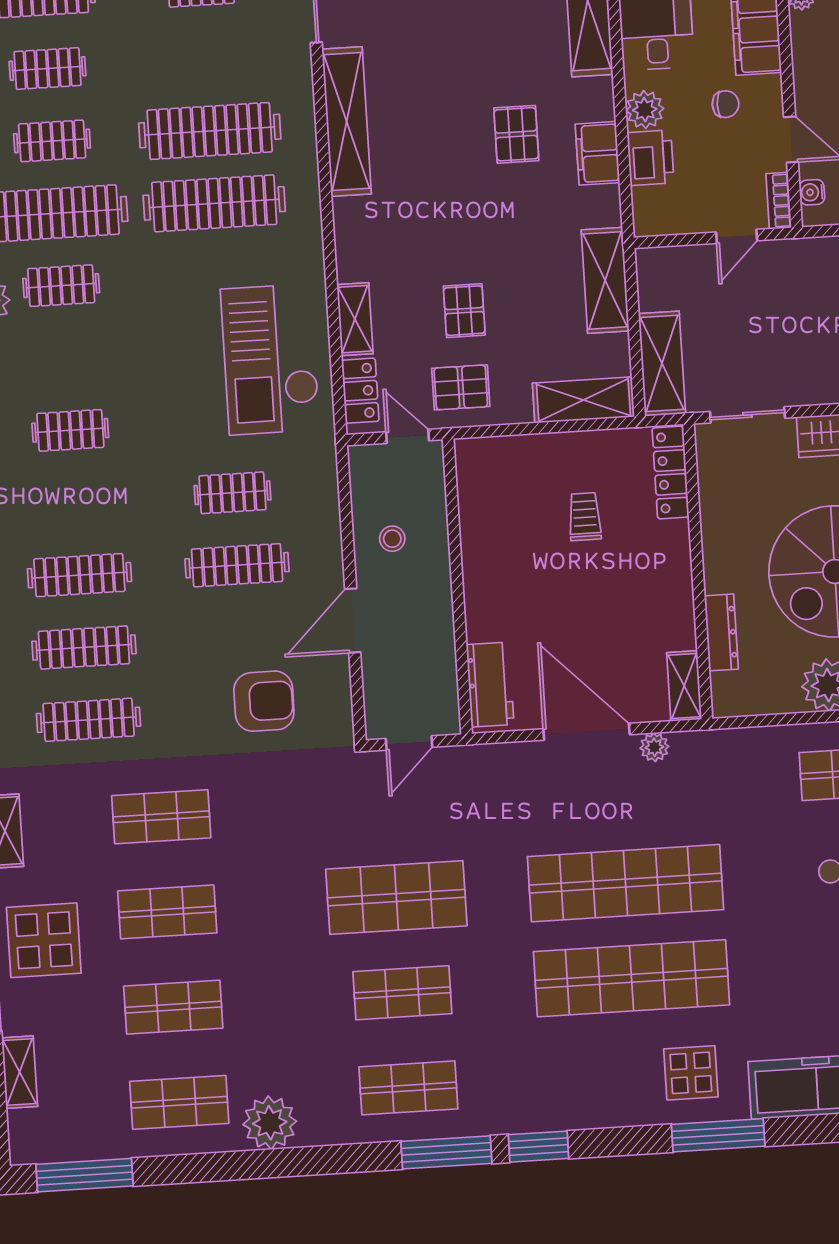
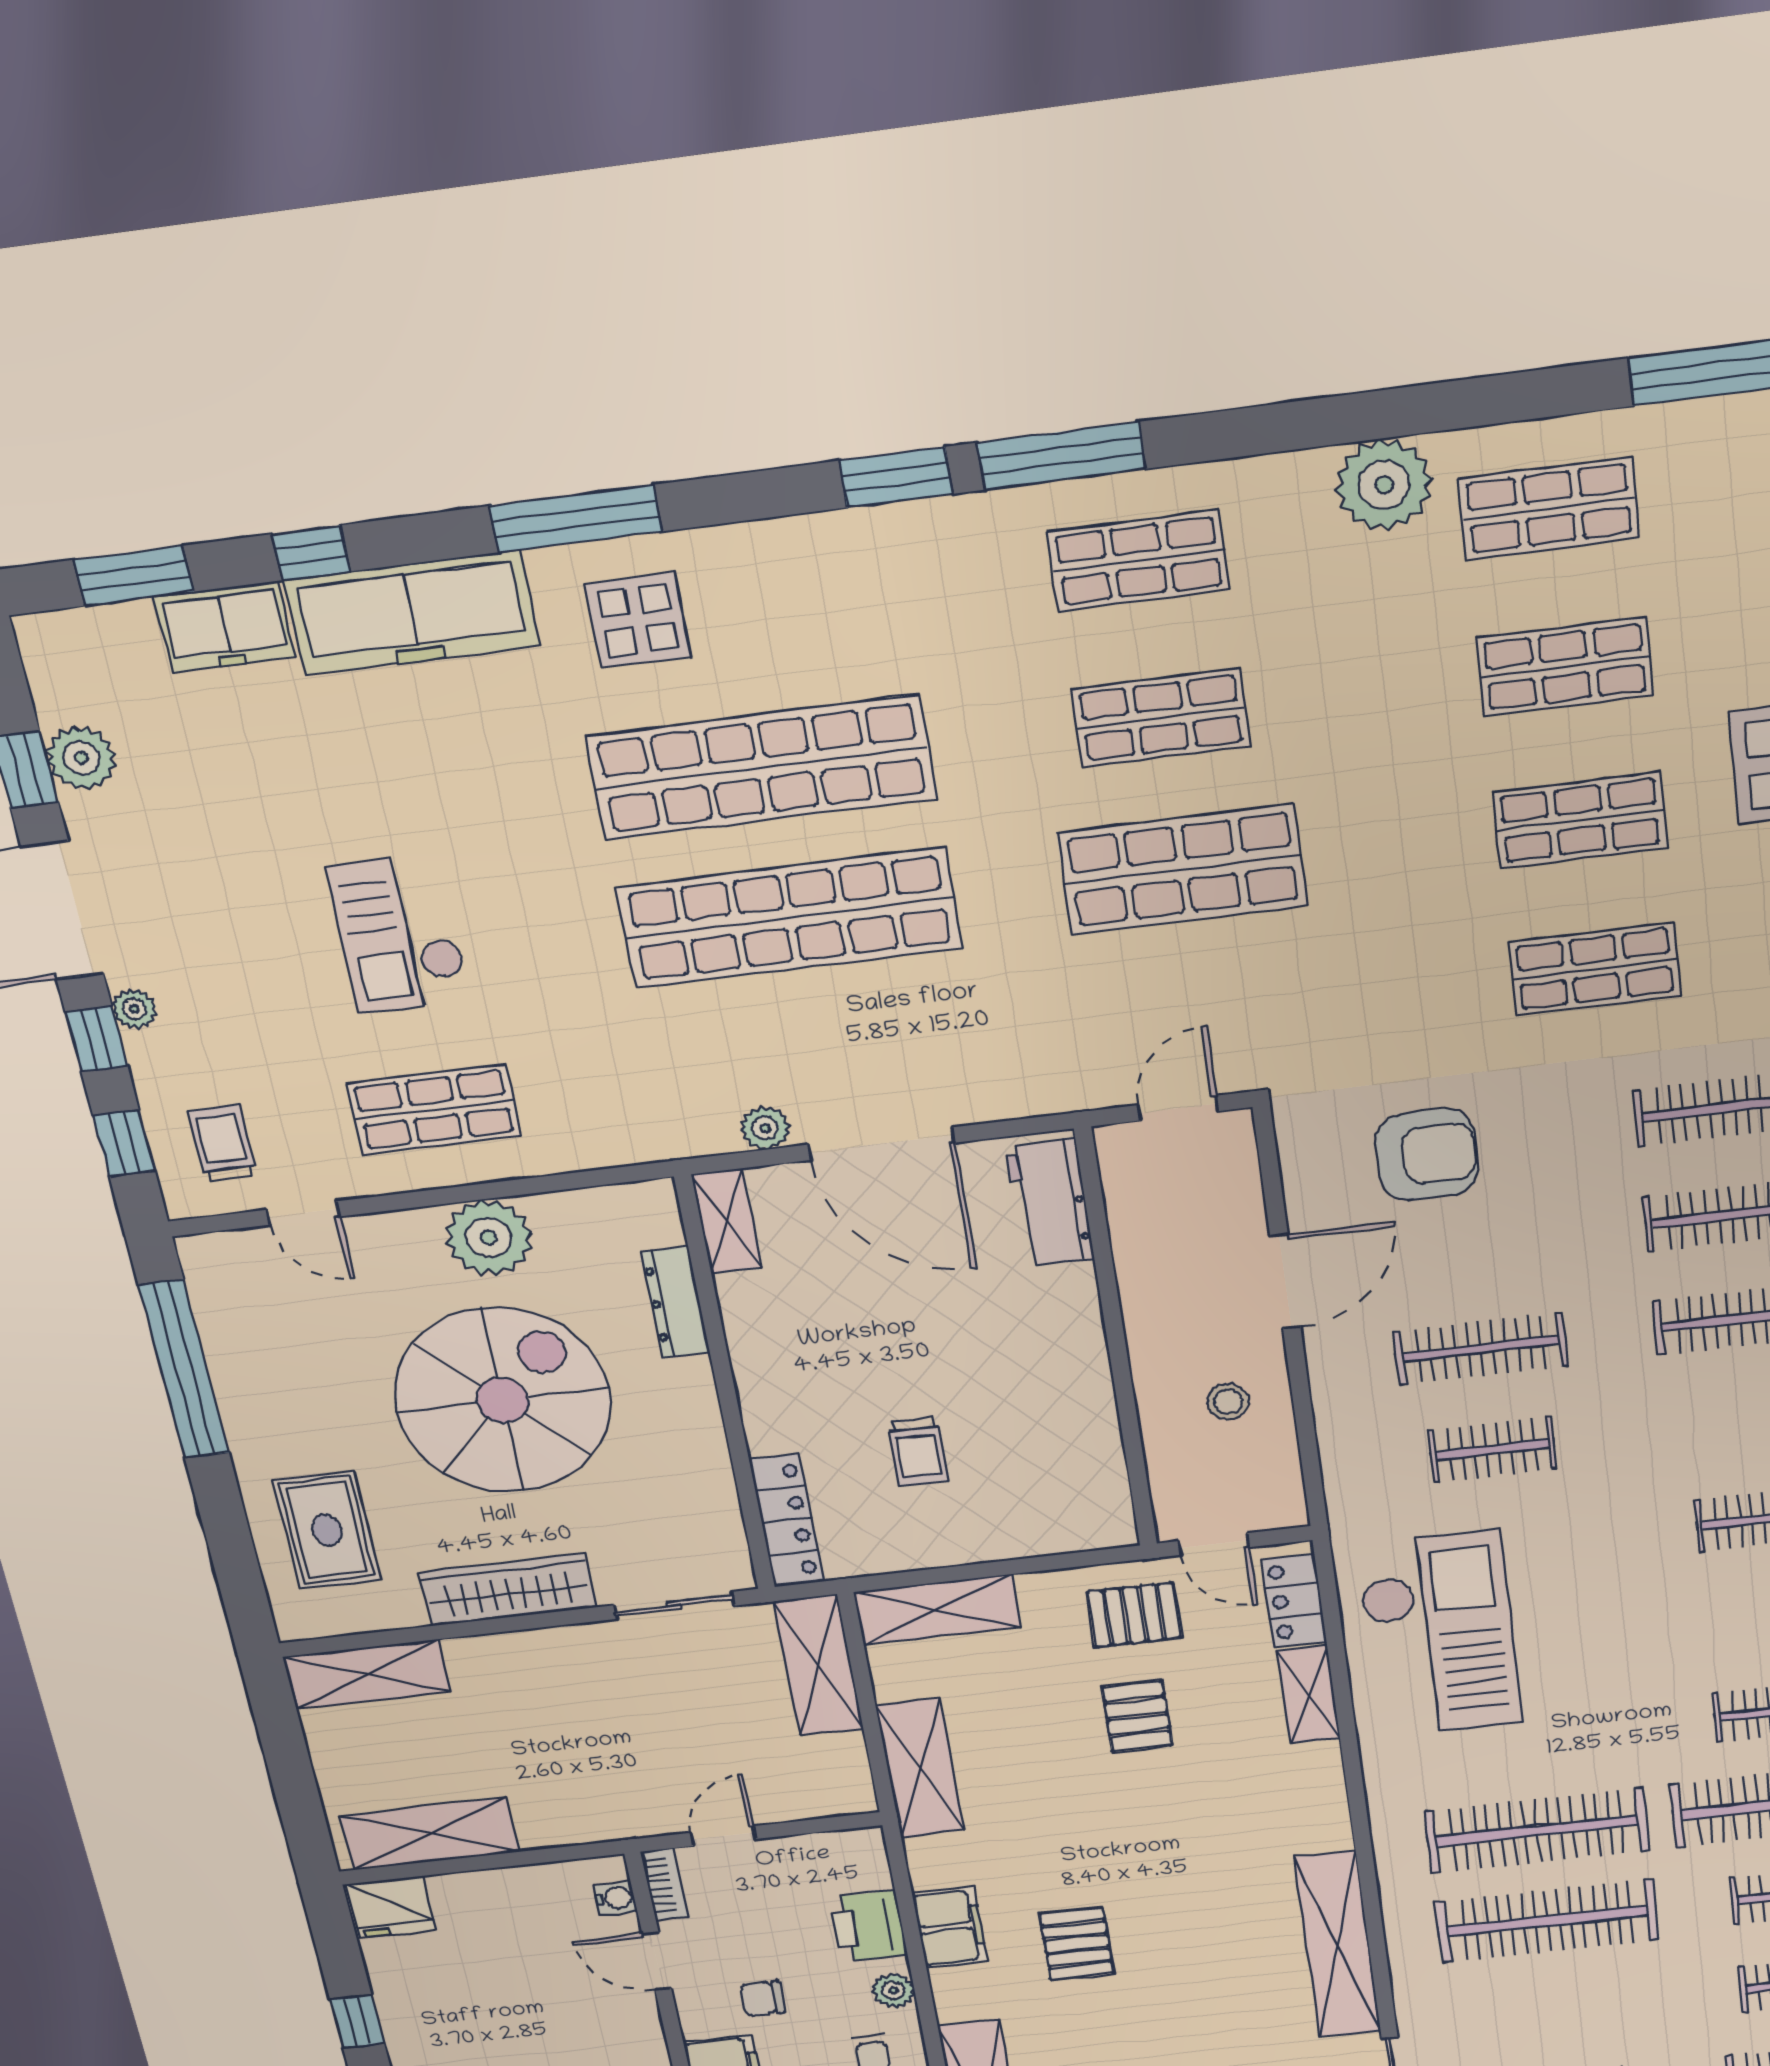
plant: (645, 110) -> (893, 1991), width x0.73, depth x0.73
armchair: (264, 701) -> (1427, 1155), turned 180

